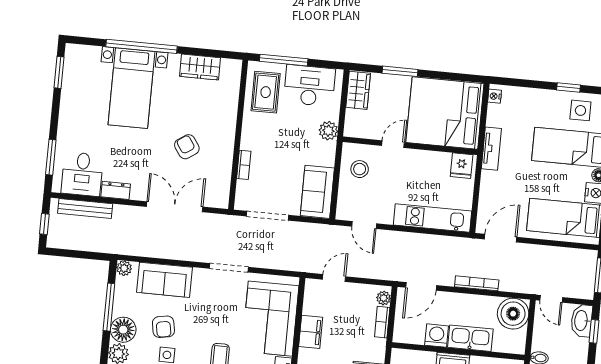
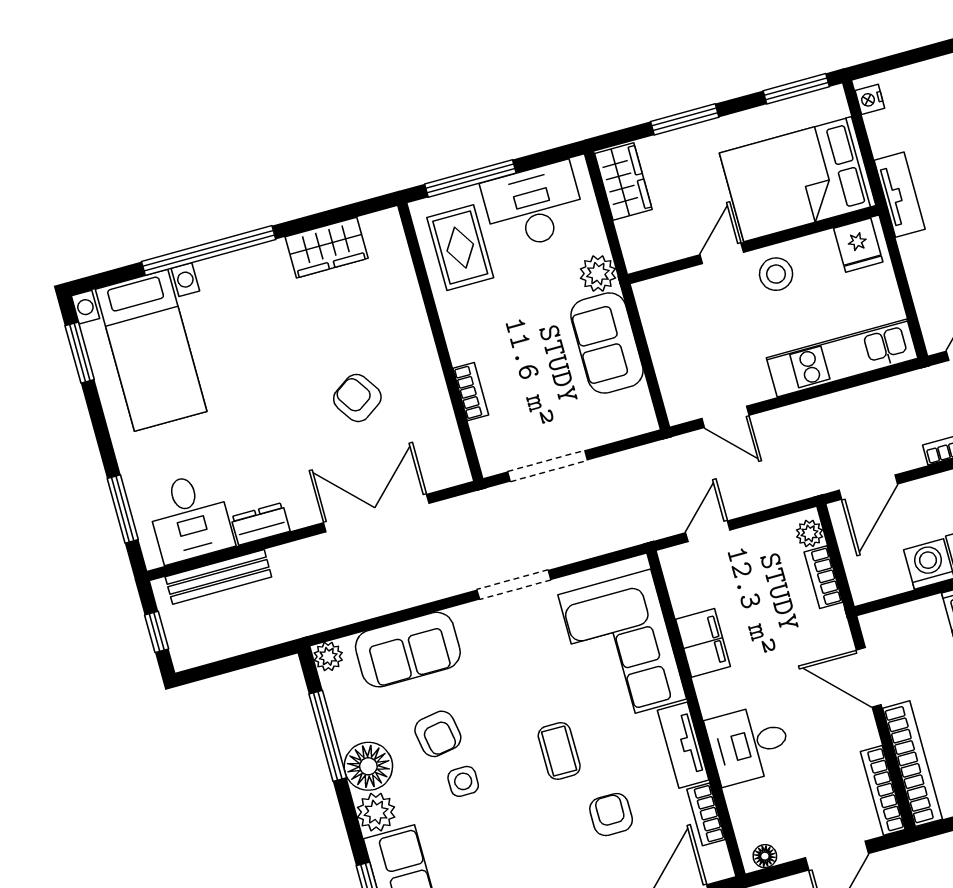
window: (460, 77) -> (796, 89), added
bed with nightstands: (131, 88) -> (151, 350), moved
bed: (445, 113) -> (798, 179), width x0.73
stool: (360, 169) -> (776, 274), moved
sofa: (317, 192) -> (607, 343), moved

